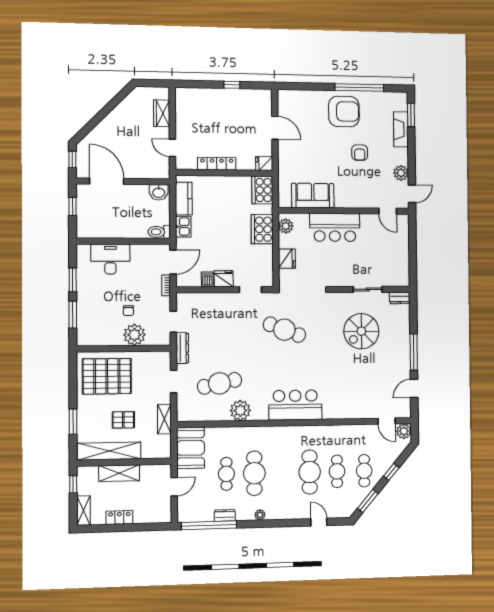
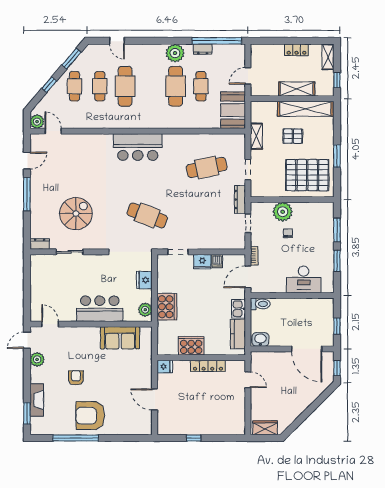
wardrobe: (162, 113) -> (265, 428), moved, turned -90
cooker: (262, 190) -> (191, 346), moved, turned -90
plant: (240, 410) -> (188, 143), removed
window: (73, 422) -> (337, 156), moved
plant: (260, 515) -> (175, 53), width x1.87, depth x1.87

